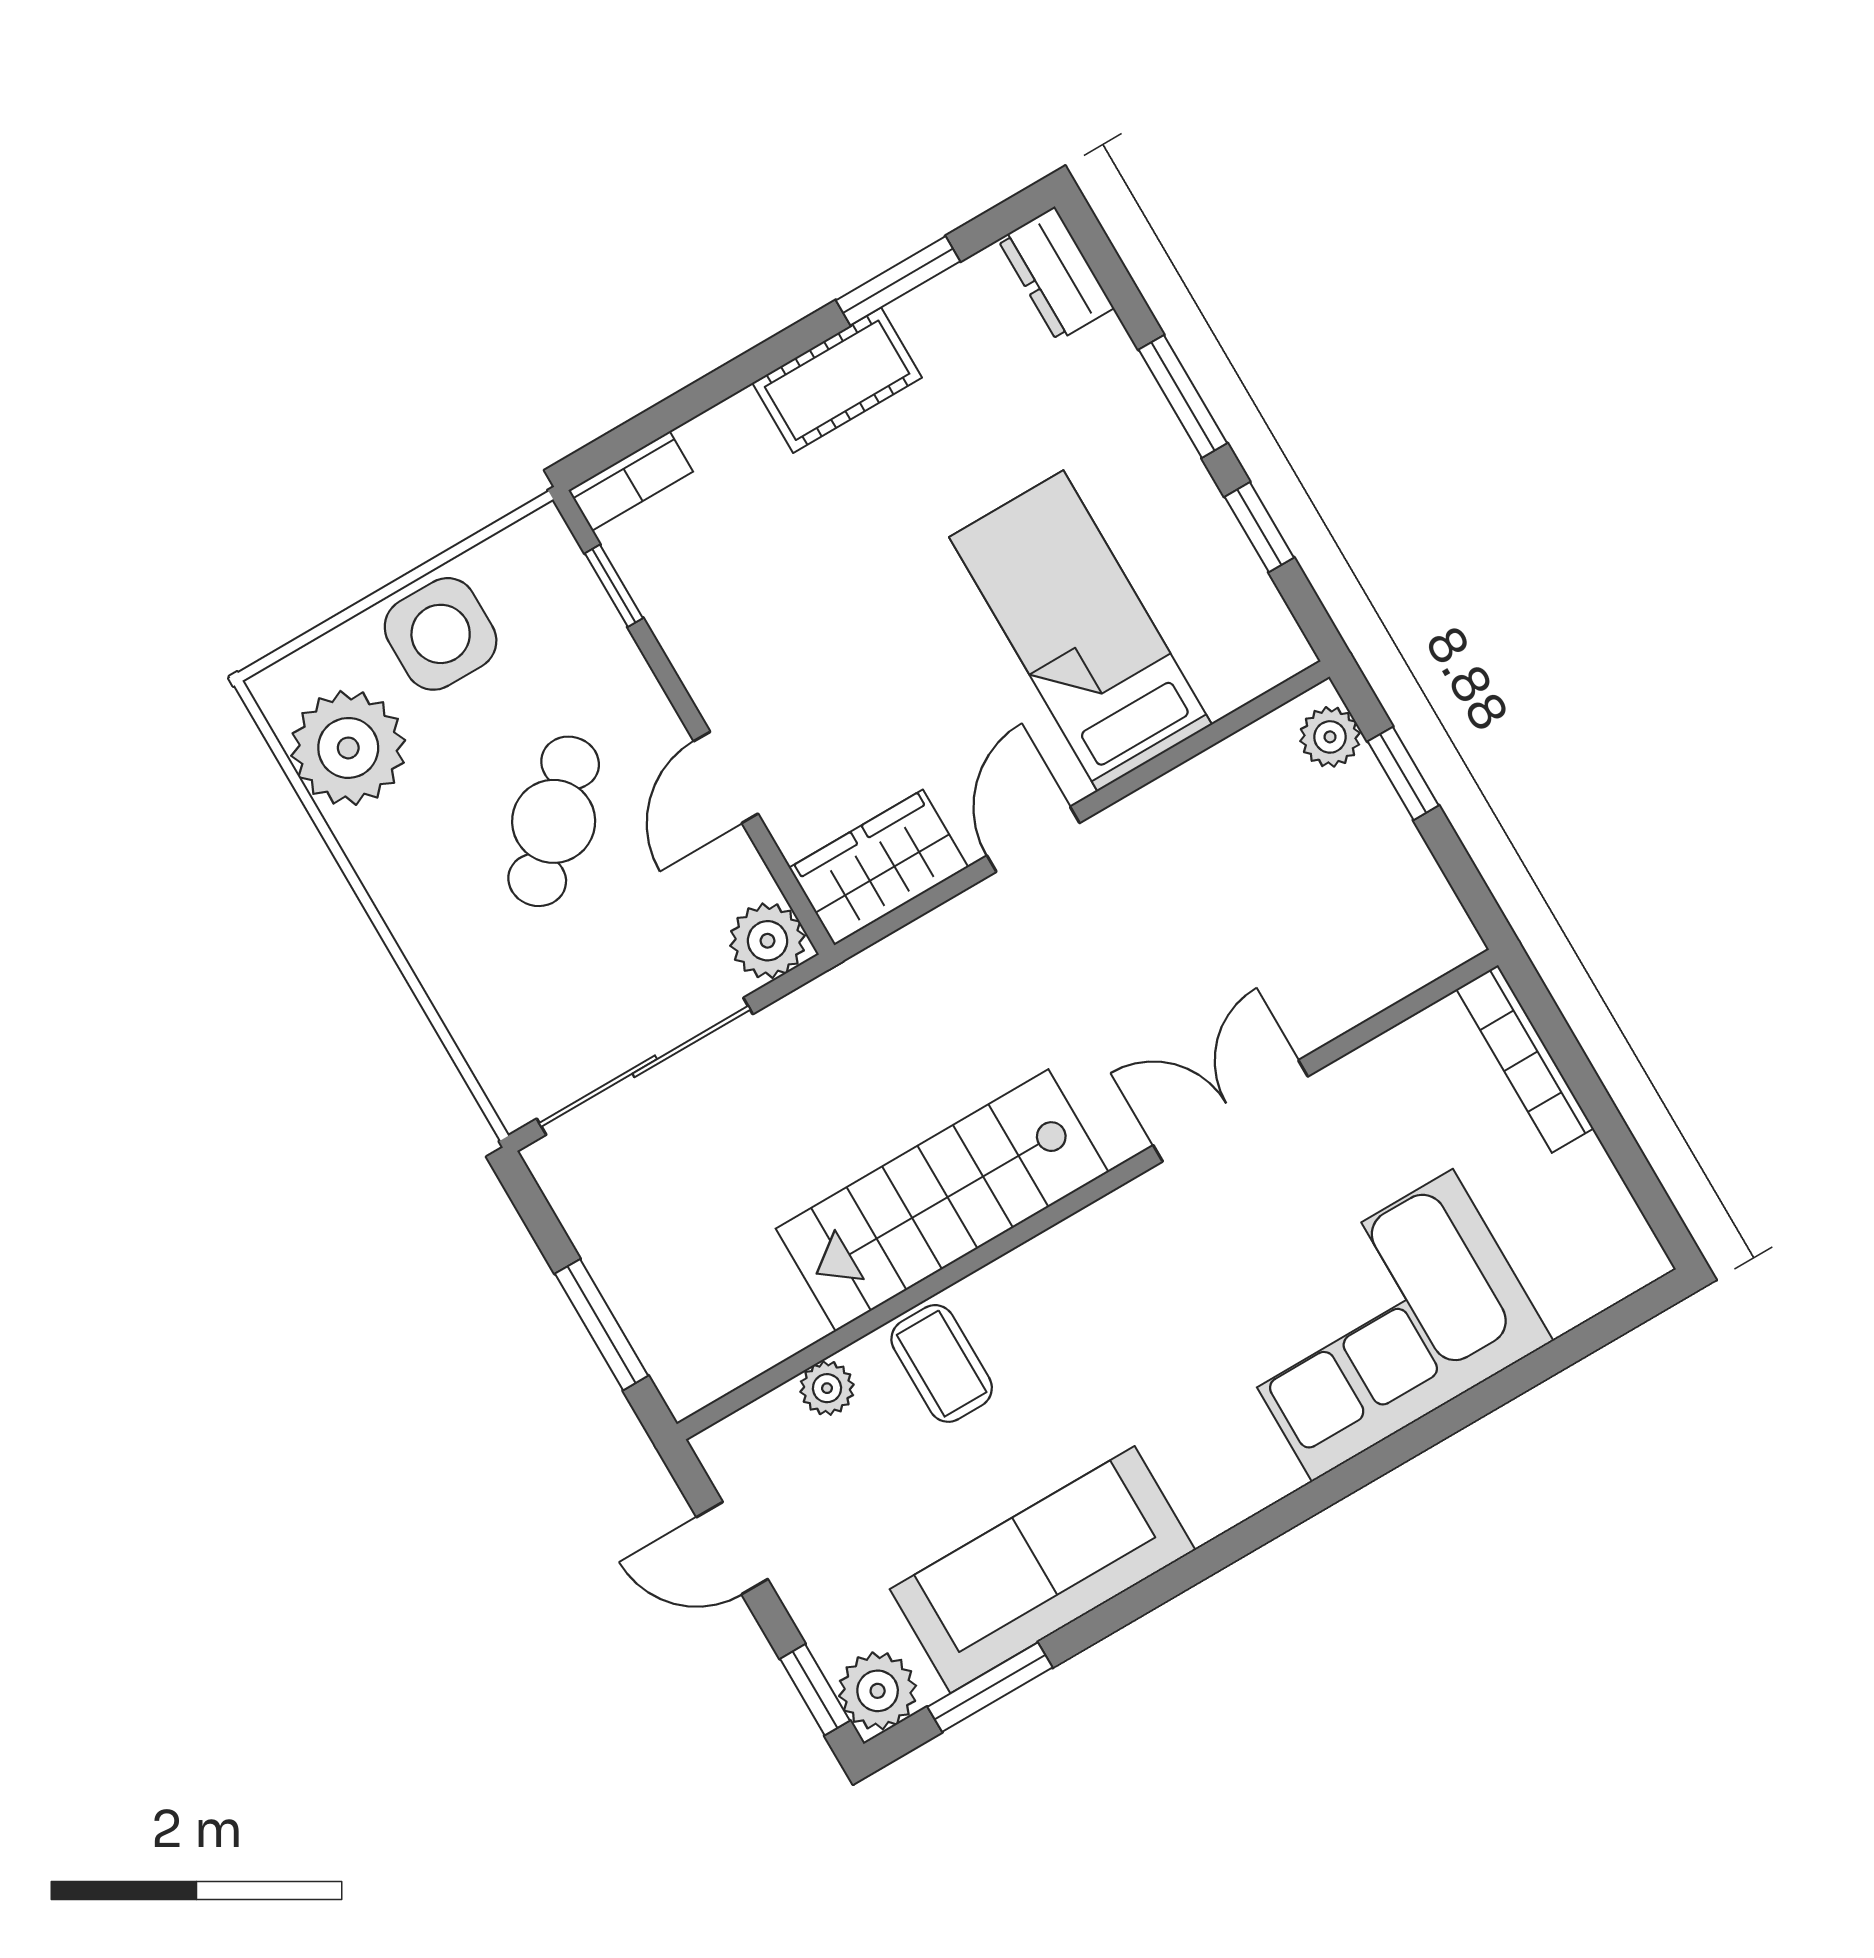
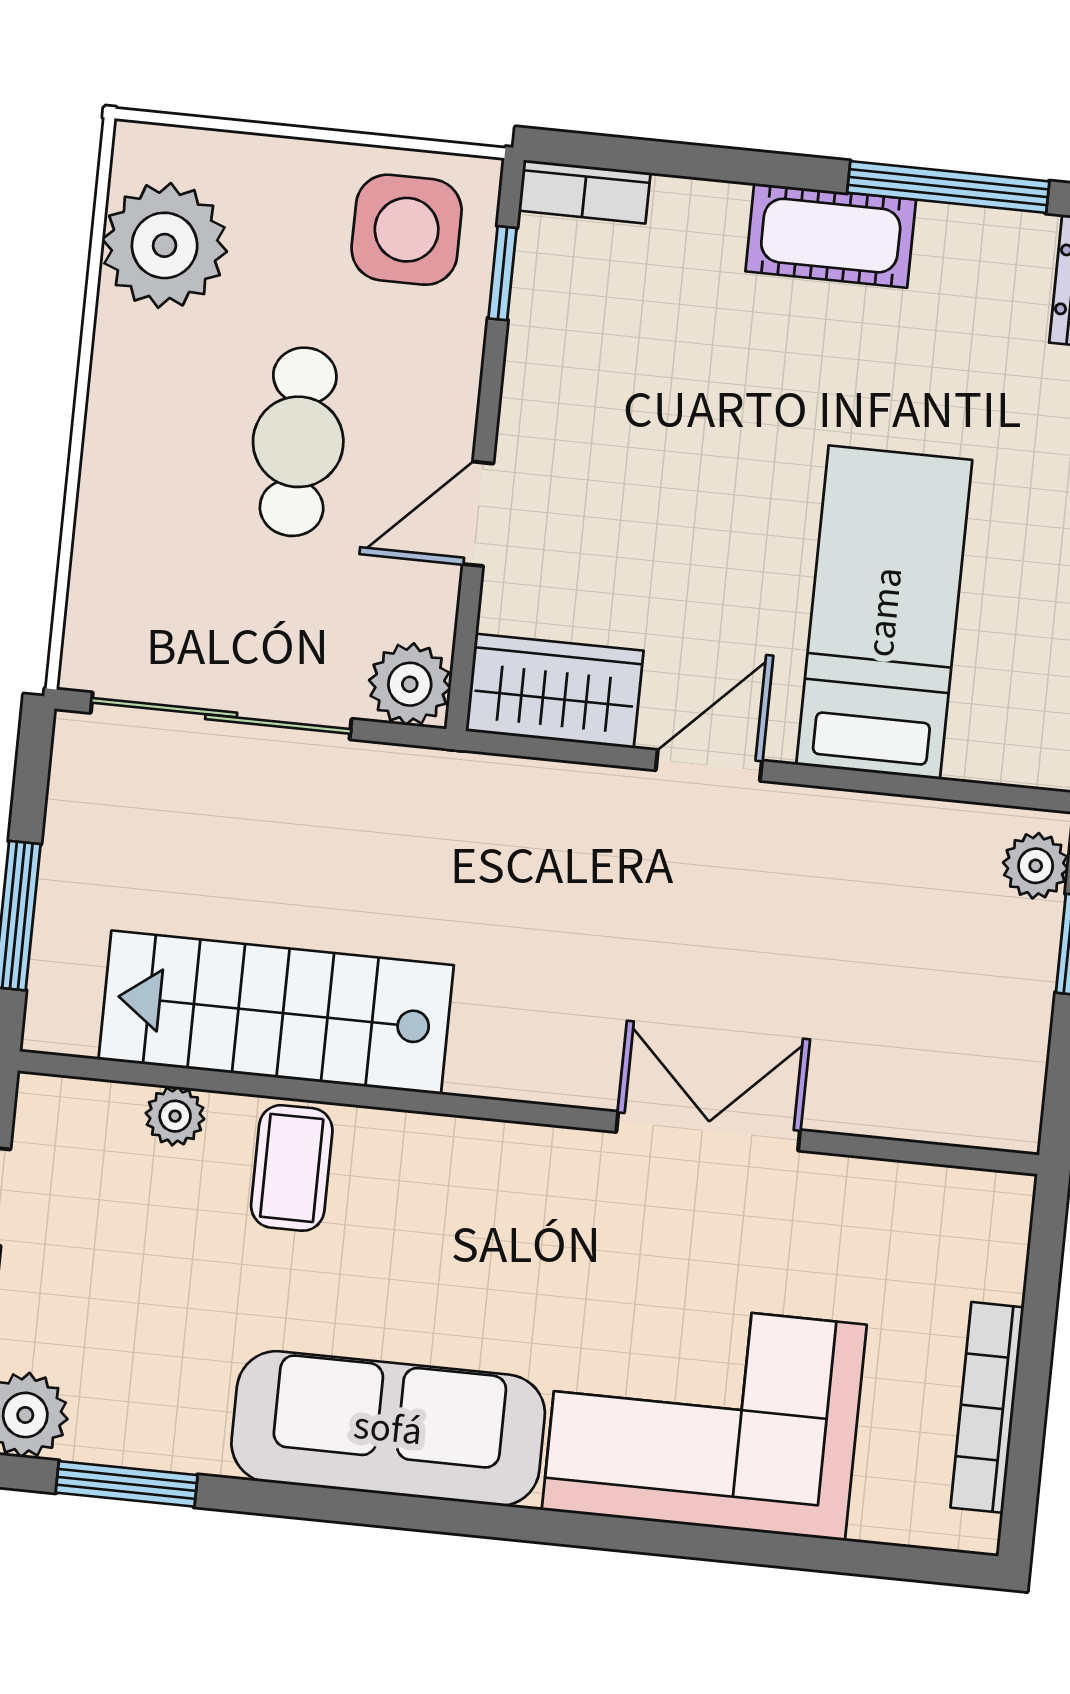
window: (898, 281) -> (948, 187), width x1.44
side table: (441, 634) -> (407, 230), moved
cafe table: (554, 821) -> (298, 442), turned -46
bookcase: (1525, 1059) -> (987, 1407), moved
stairs: (942, 1200) -> (276, 1012), moved
sofa: (1043, 1570) -> (388, 1428), moved

